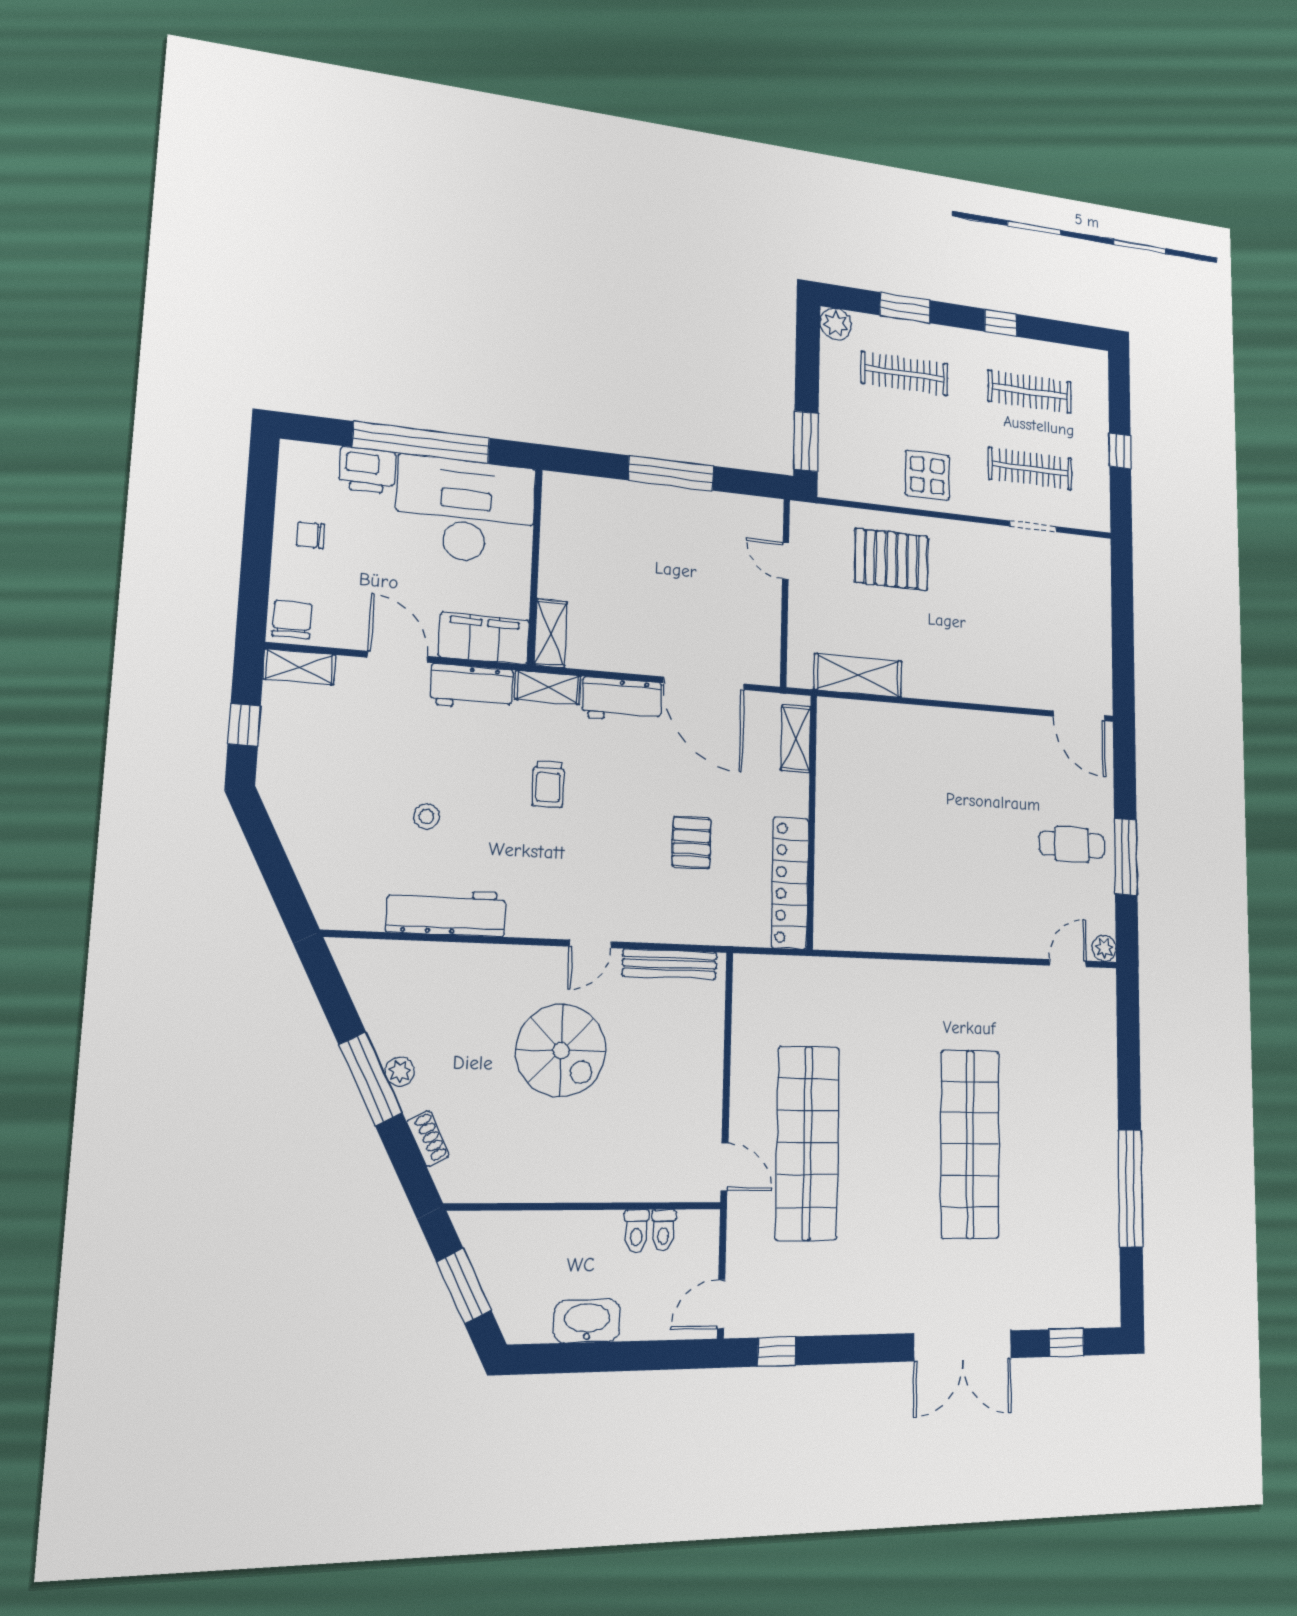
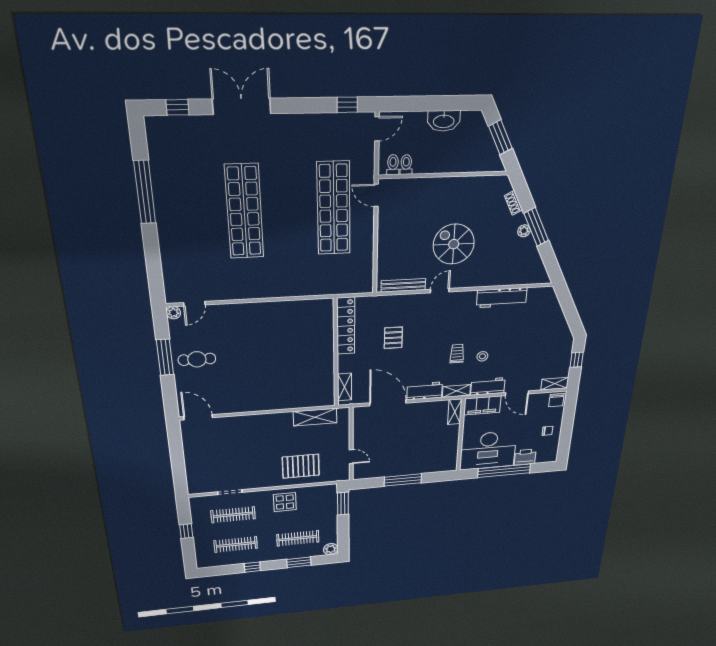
stool: (427, 816) -> (482, 356), moved
toilet: (636, 1231) -> (393, 165), moved

